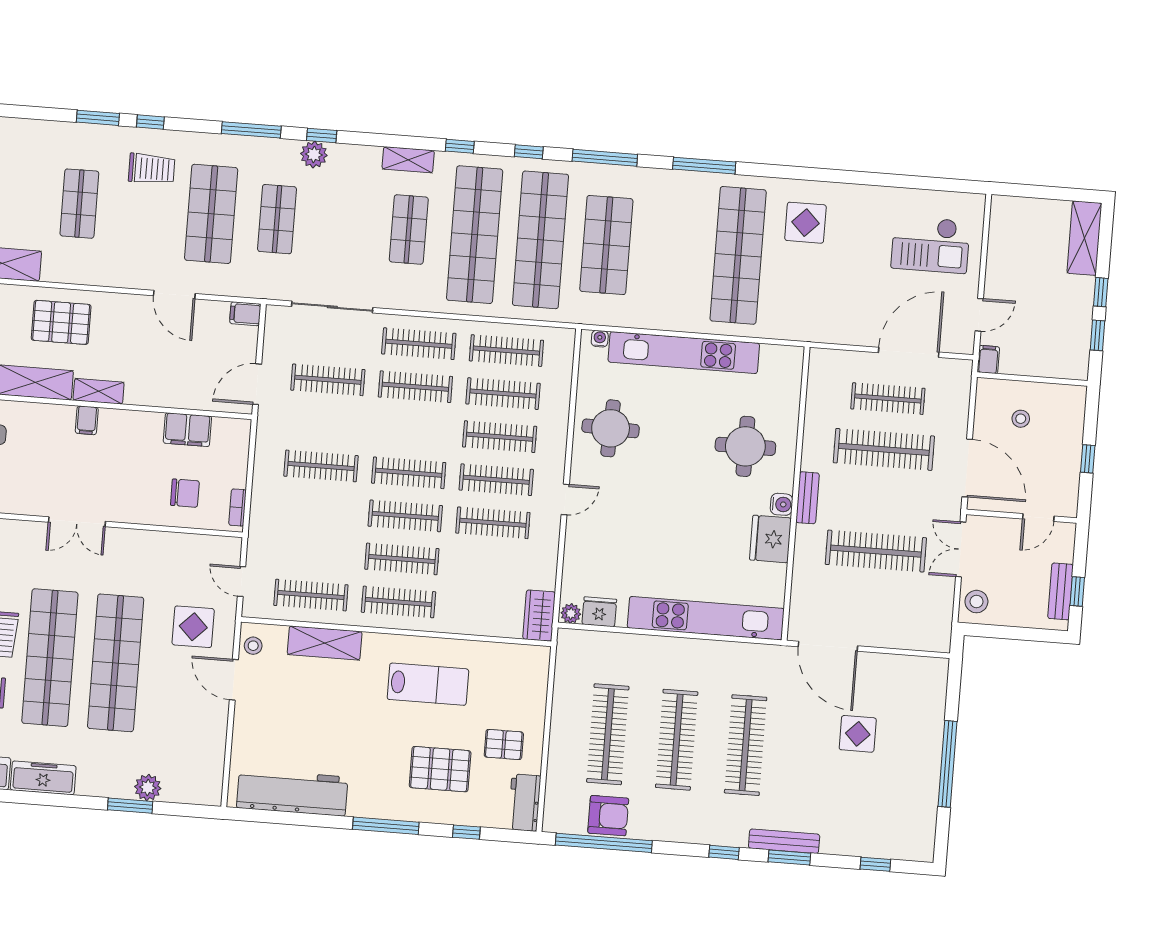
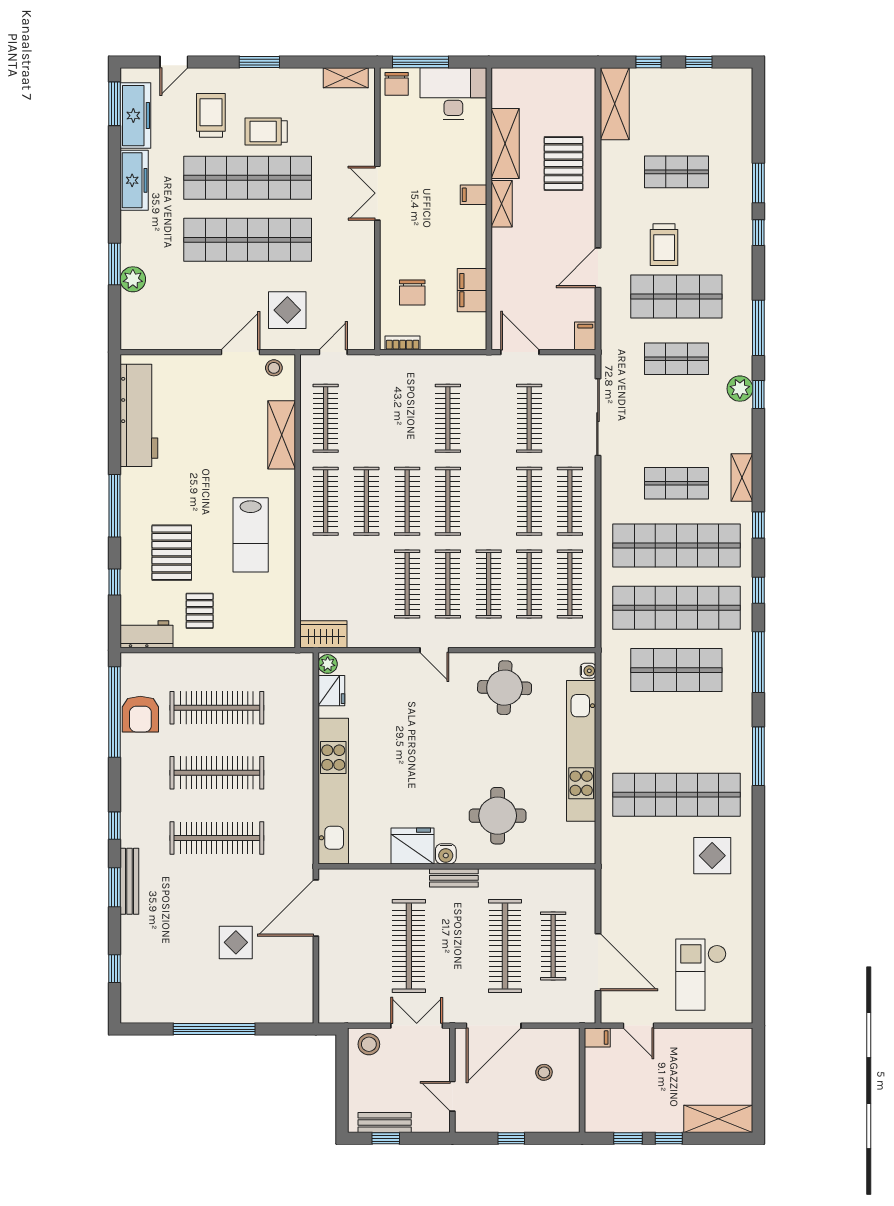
trolley: (152, 169) -> (664, 245), moved

